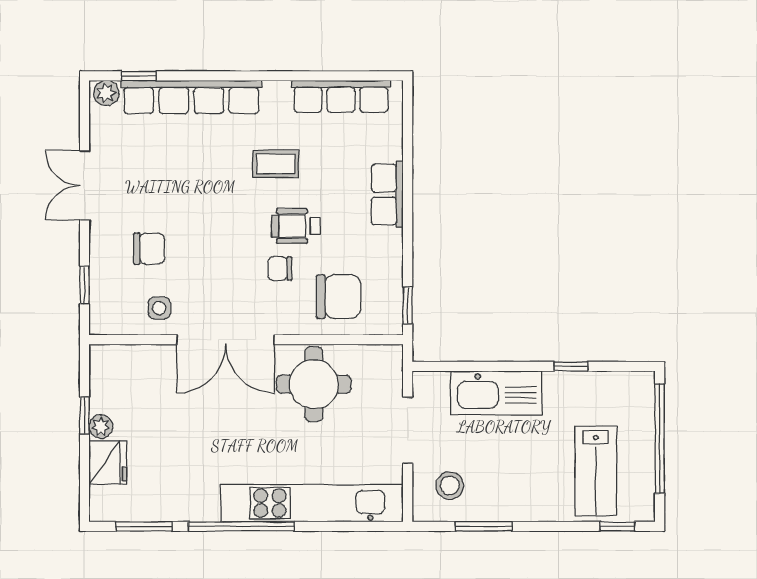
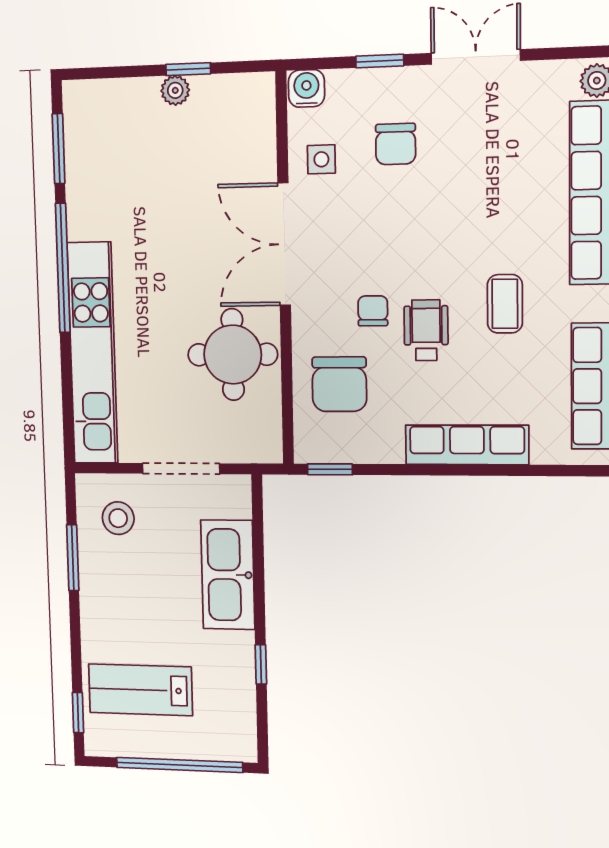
row of seats: (387, 194) -> (467, 445), width x1.48
window: (85, 285) -> (380, 61), moved
water cooler: (103, 319) -> (306, 88), added
fridge: (108, 463) -> (132, 101), removed

